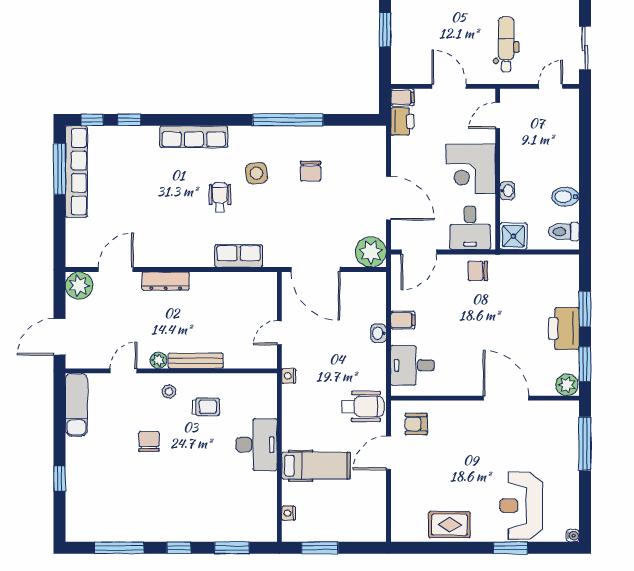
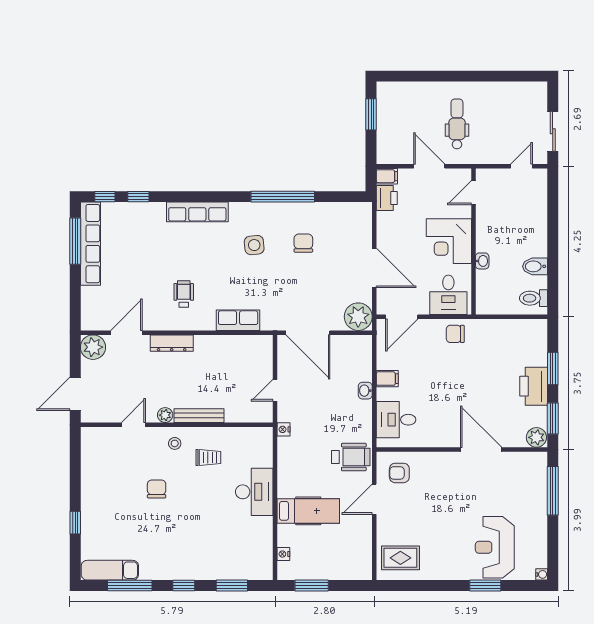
dental chair: (506, 44) -> (457, 124), moved
chair: (311, 171) -> (303, 243), turned 180
wheelchair: (220, 197) -> (184, 294), moved
shower: (513, 236) -> (488, 302), removed
exam couch: (76, 405) -> (110, 570), moved, turned -90
rug: (449, 525) -> (400, 558), moved

